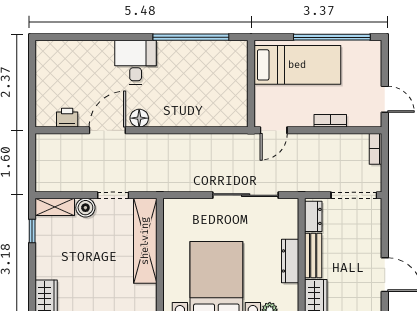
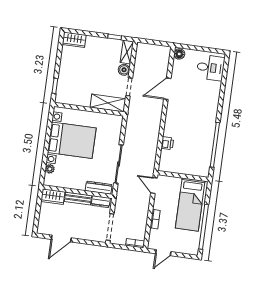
desk: (136, 62) -> (210, 68), moved
printer: (67, 118) -> (167, 143), moved
floor lamp: (139, 118) -> (179, 54), moved
door: (107, 130) -> (167, 89), swing flipped
shelving: (145, 241) -> (108, 103), width x0.68
dresser: (290, 261) -> (99, 188), moved

